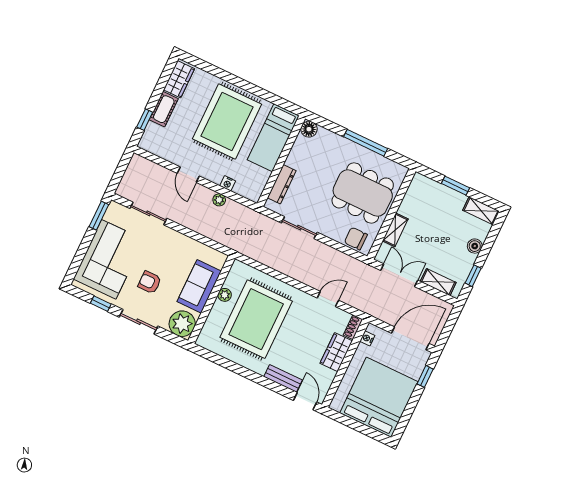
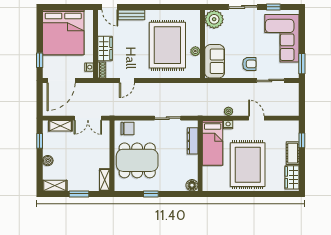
bed: (273, 138) -> (213, 143), moved, turned 180
window: (366, 143) -> (151, 194), width x0.46
shelving: (395, 230) -> (105, 180), moved
armchair: (150, 282) -> (249, 64), moved
sofa: (199, 286) -> (215, 61), moved

